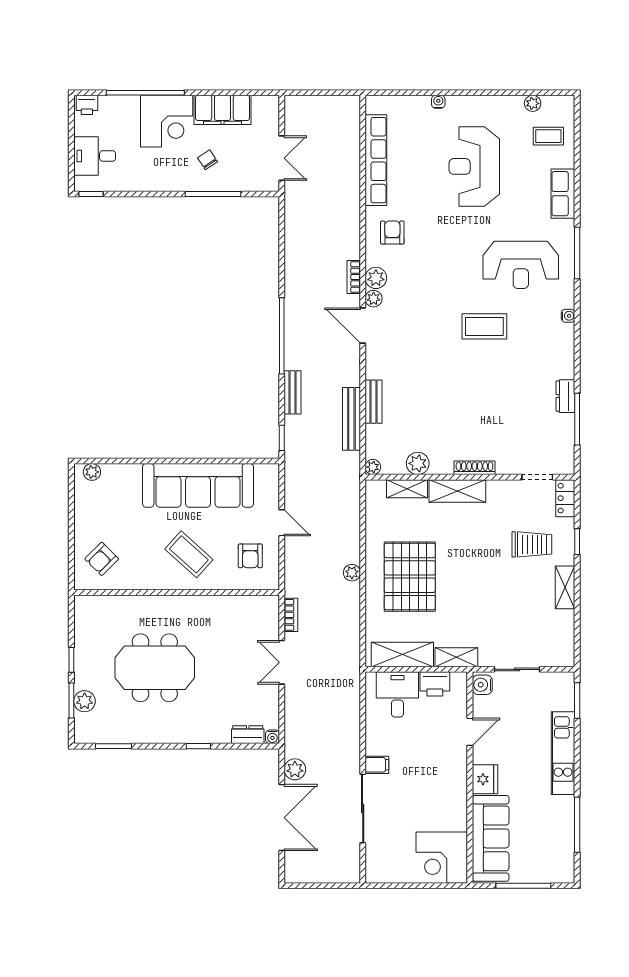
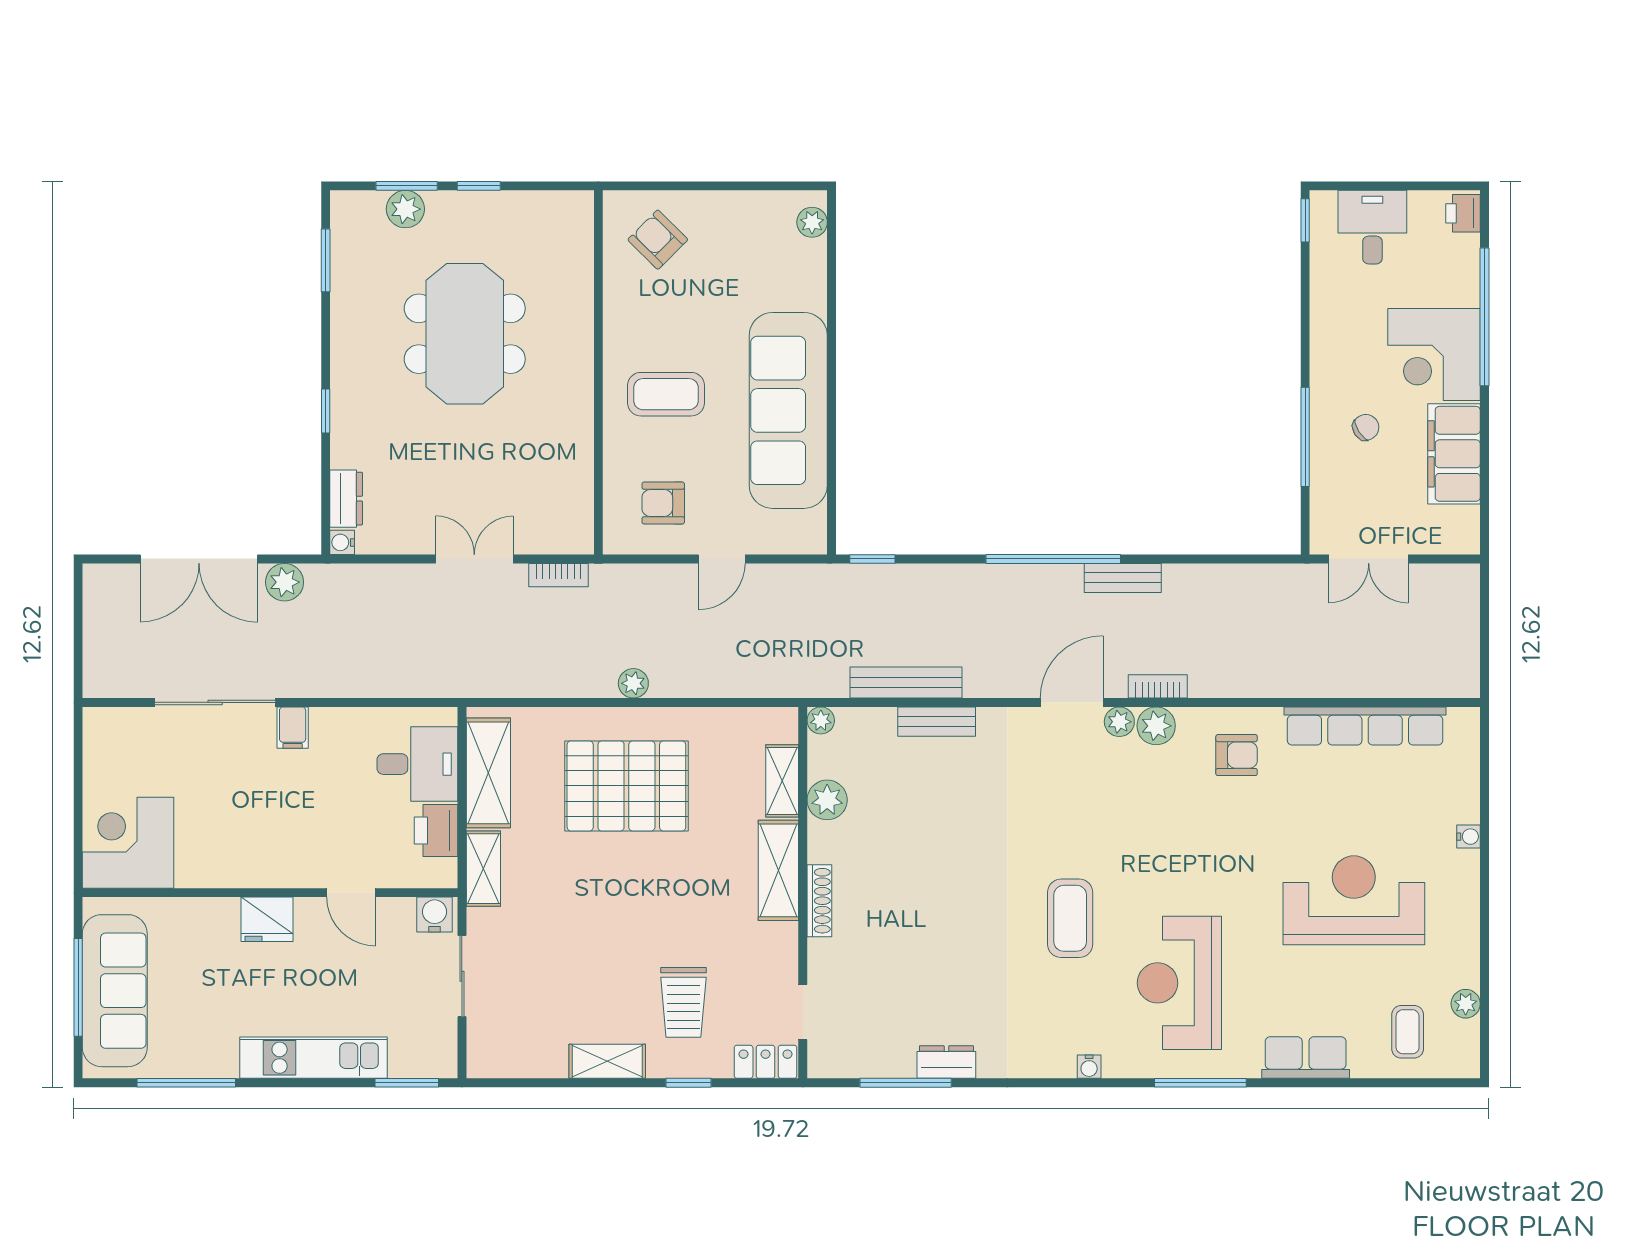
bench: (293, 392) -> (1123, 578), moved
coffee table: (189, 554) -> (666, 394), turned 48
sofa: (491, 838) -> (115, 991), moved, turned -90

